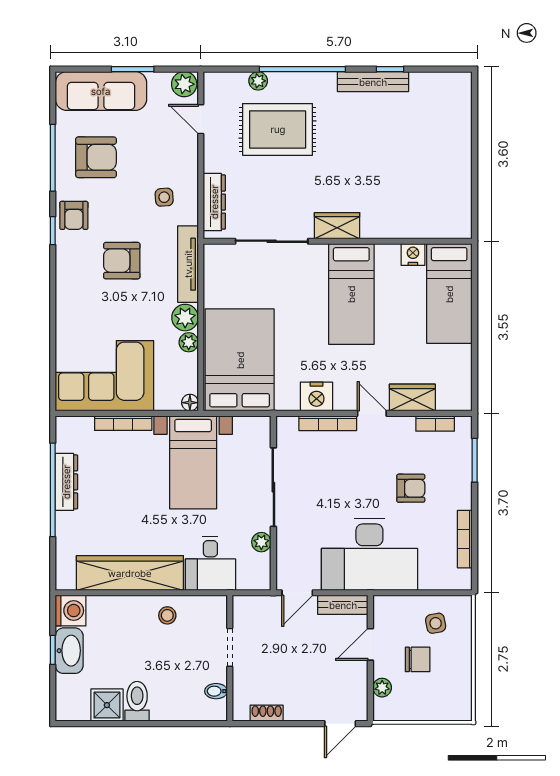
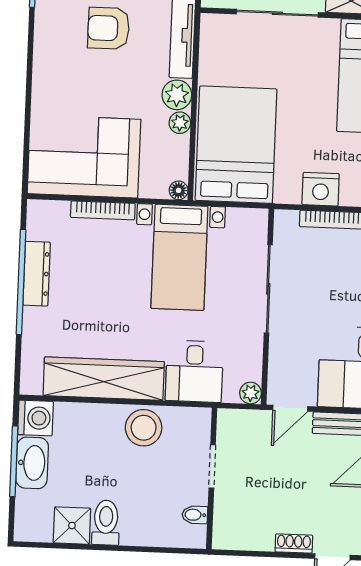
plant: (261, 542) -> (251, 393), moved
stool: (167, 615) -> (144, 428), width x1.89, depth x1.89
window: (53, 650) -> (14, 461), width x2.17
shoe rack: (267, 713) -> (294, 543), moved

